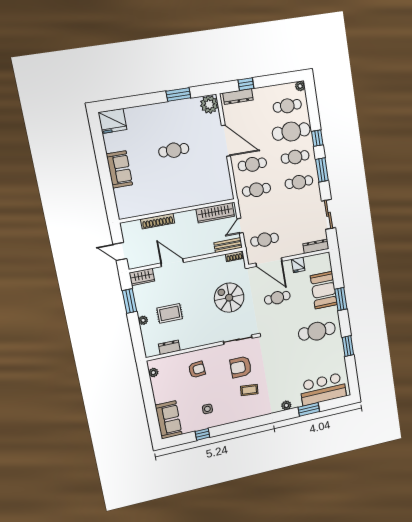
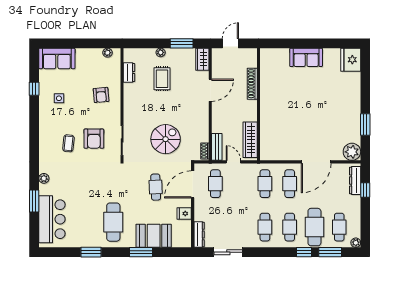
cafe table: (174, 150) -> (315, 111), removed
window: (322, 170) -> (330, 252), moved
armchair: (241, 367) -> (94, 139), turned 180

